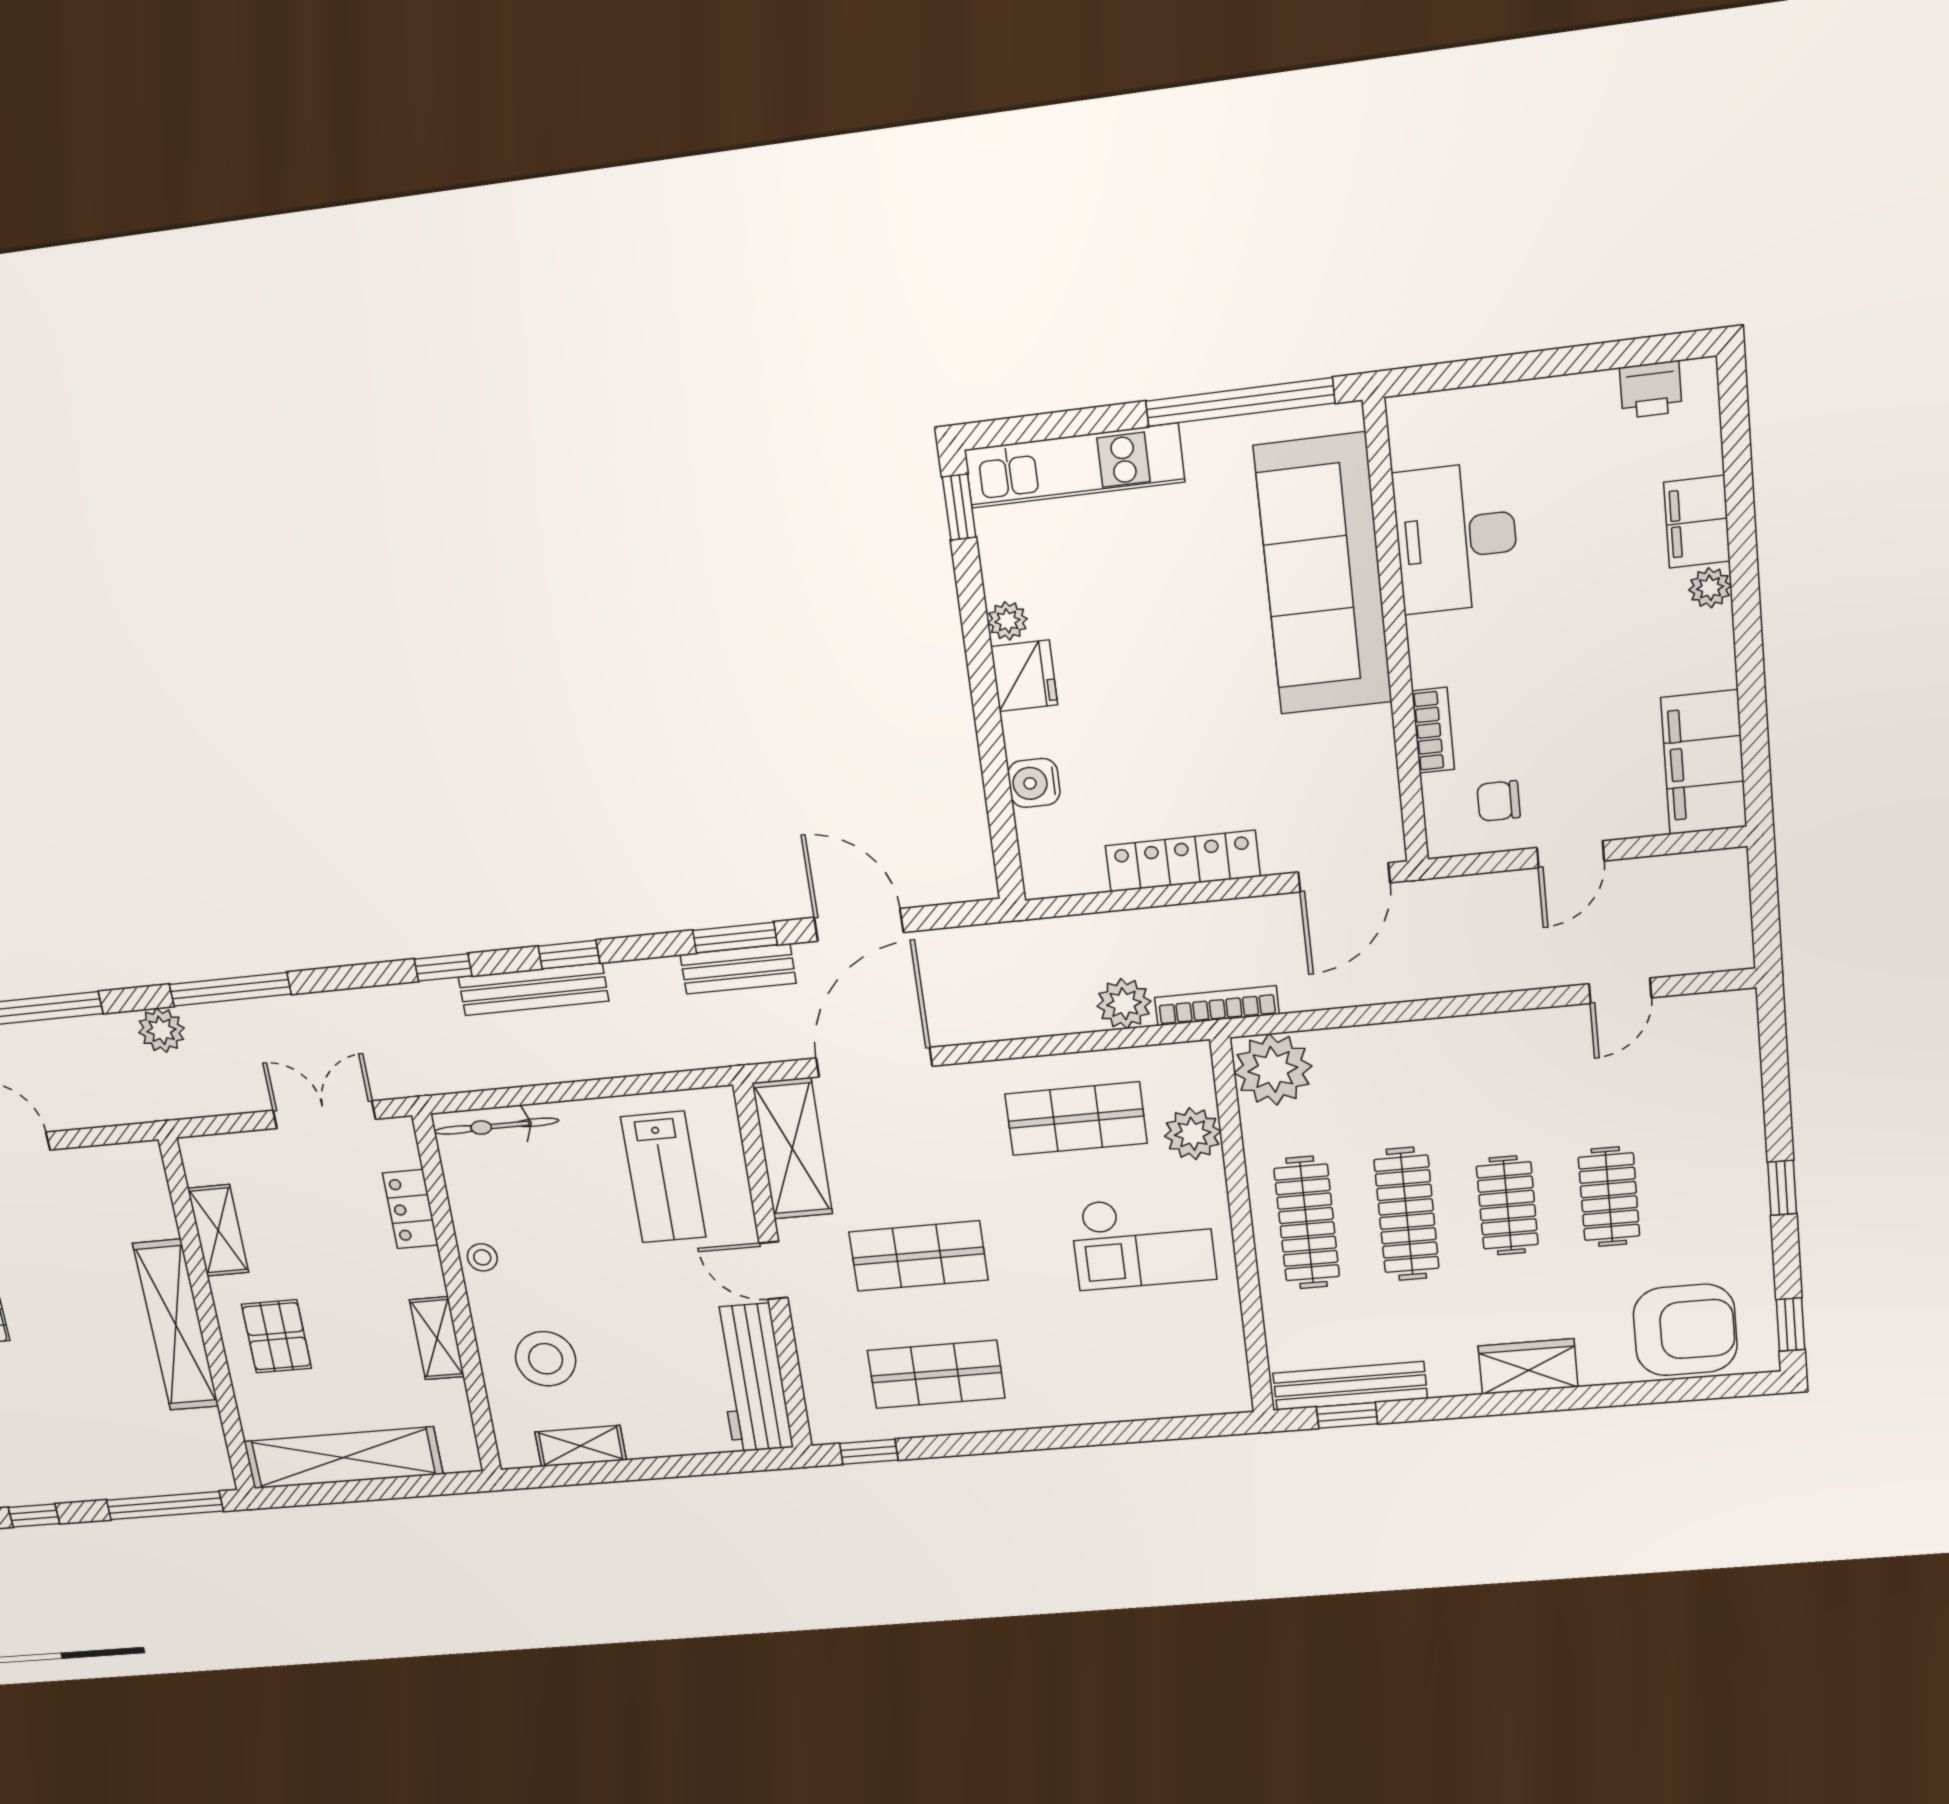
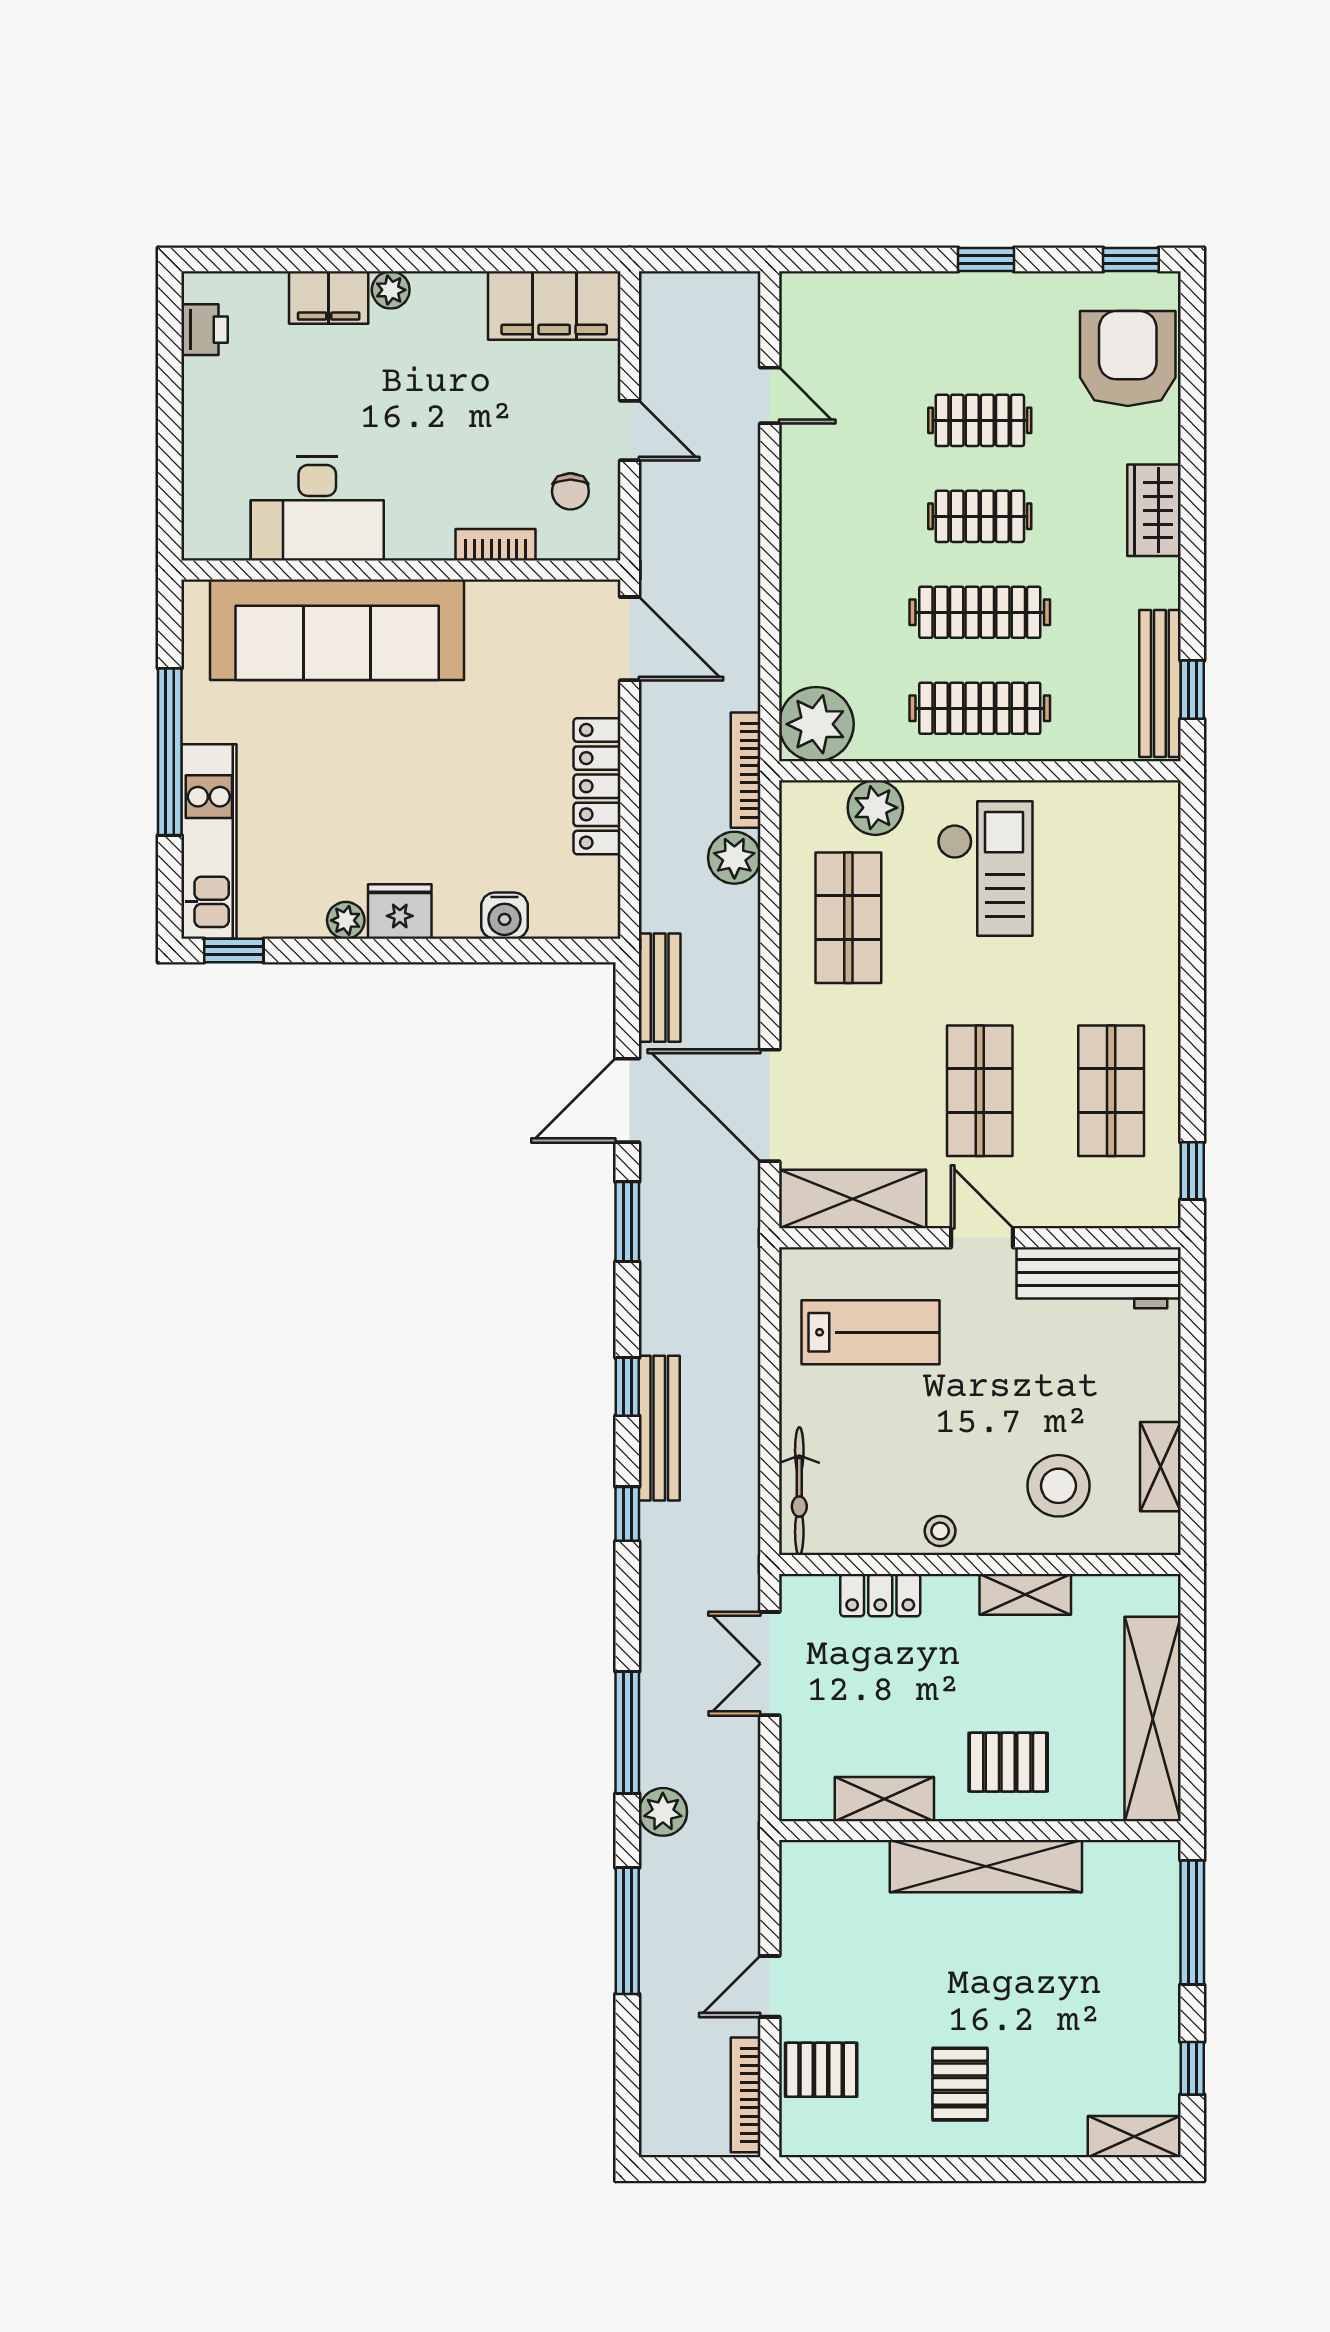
window: (1240, 402) -> (170, 752), moved
bench: (738, 969) -> (660, 988), moved
door: (773, 1270) -> (982, 1238), swing flipped

